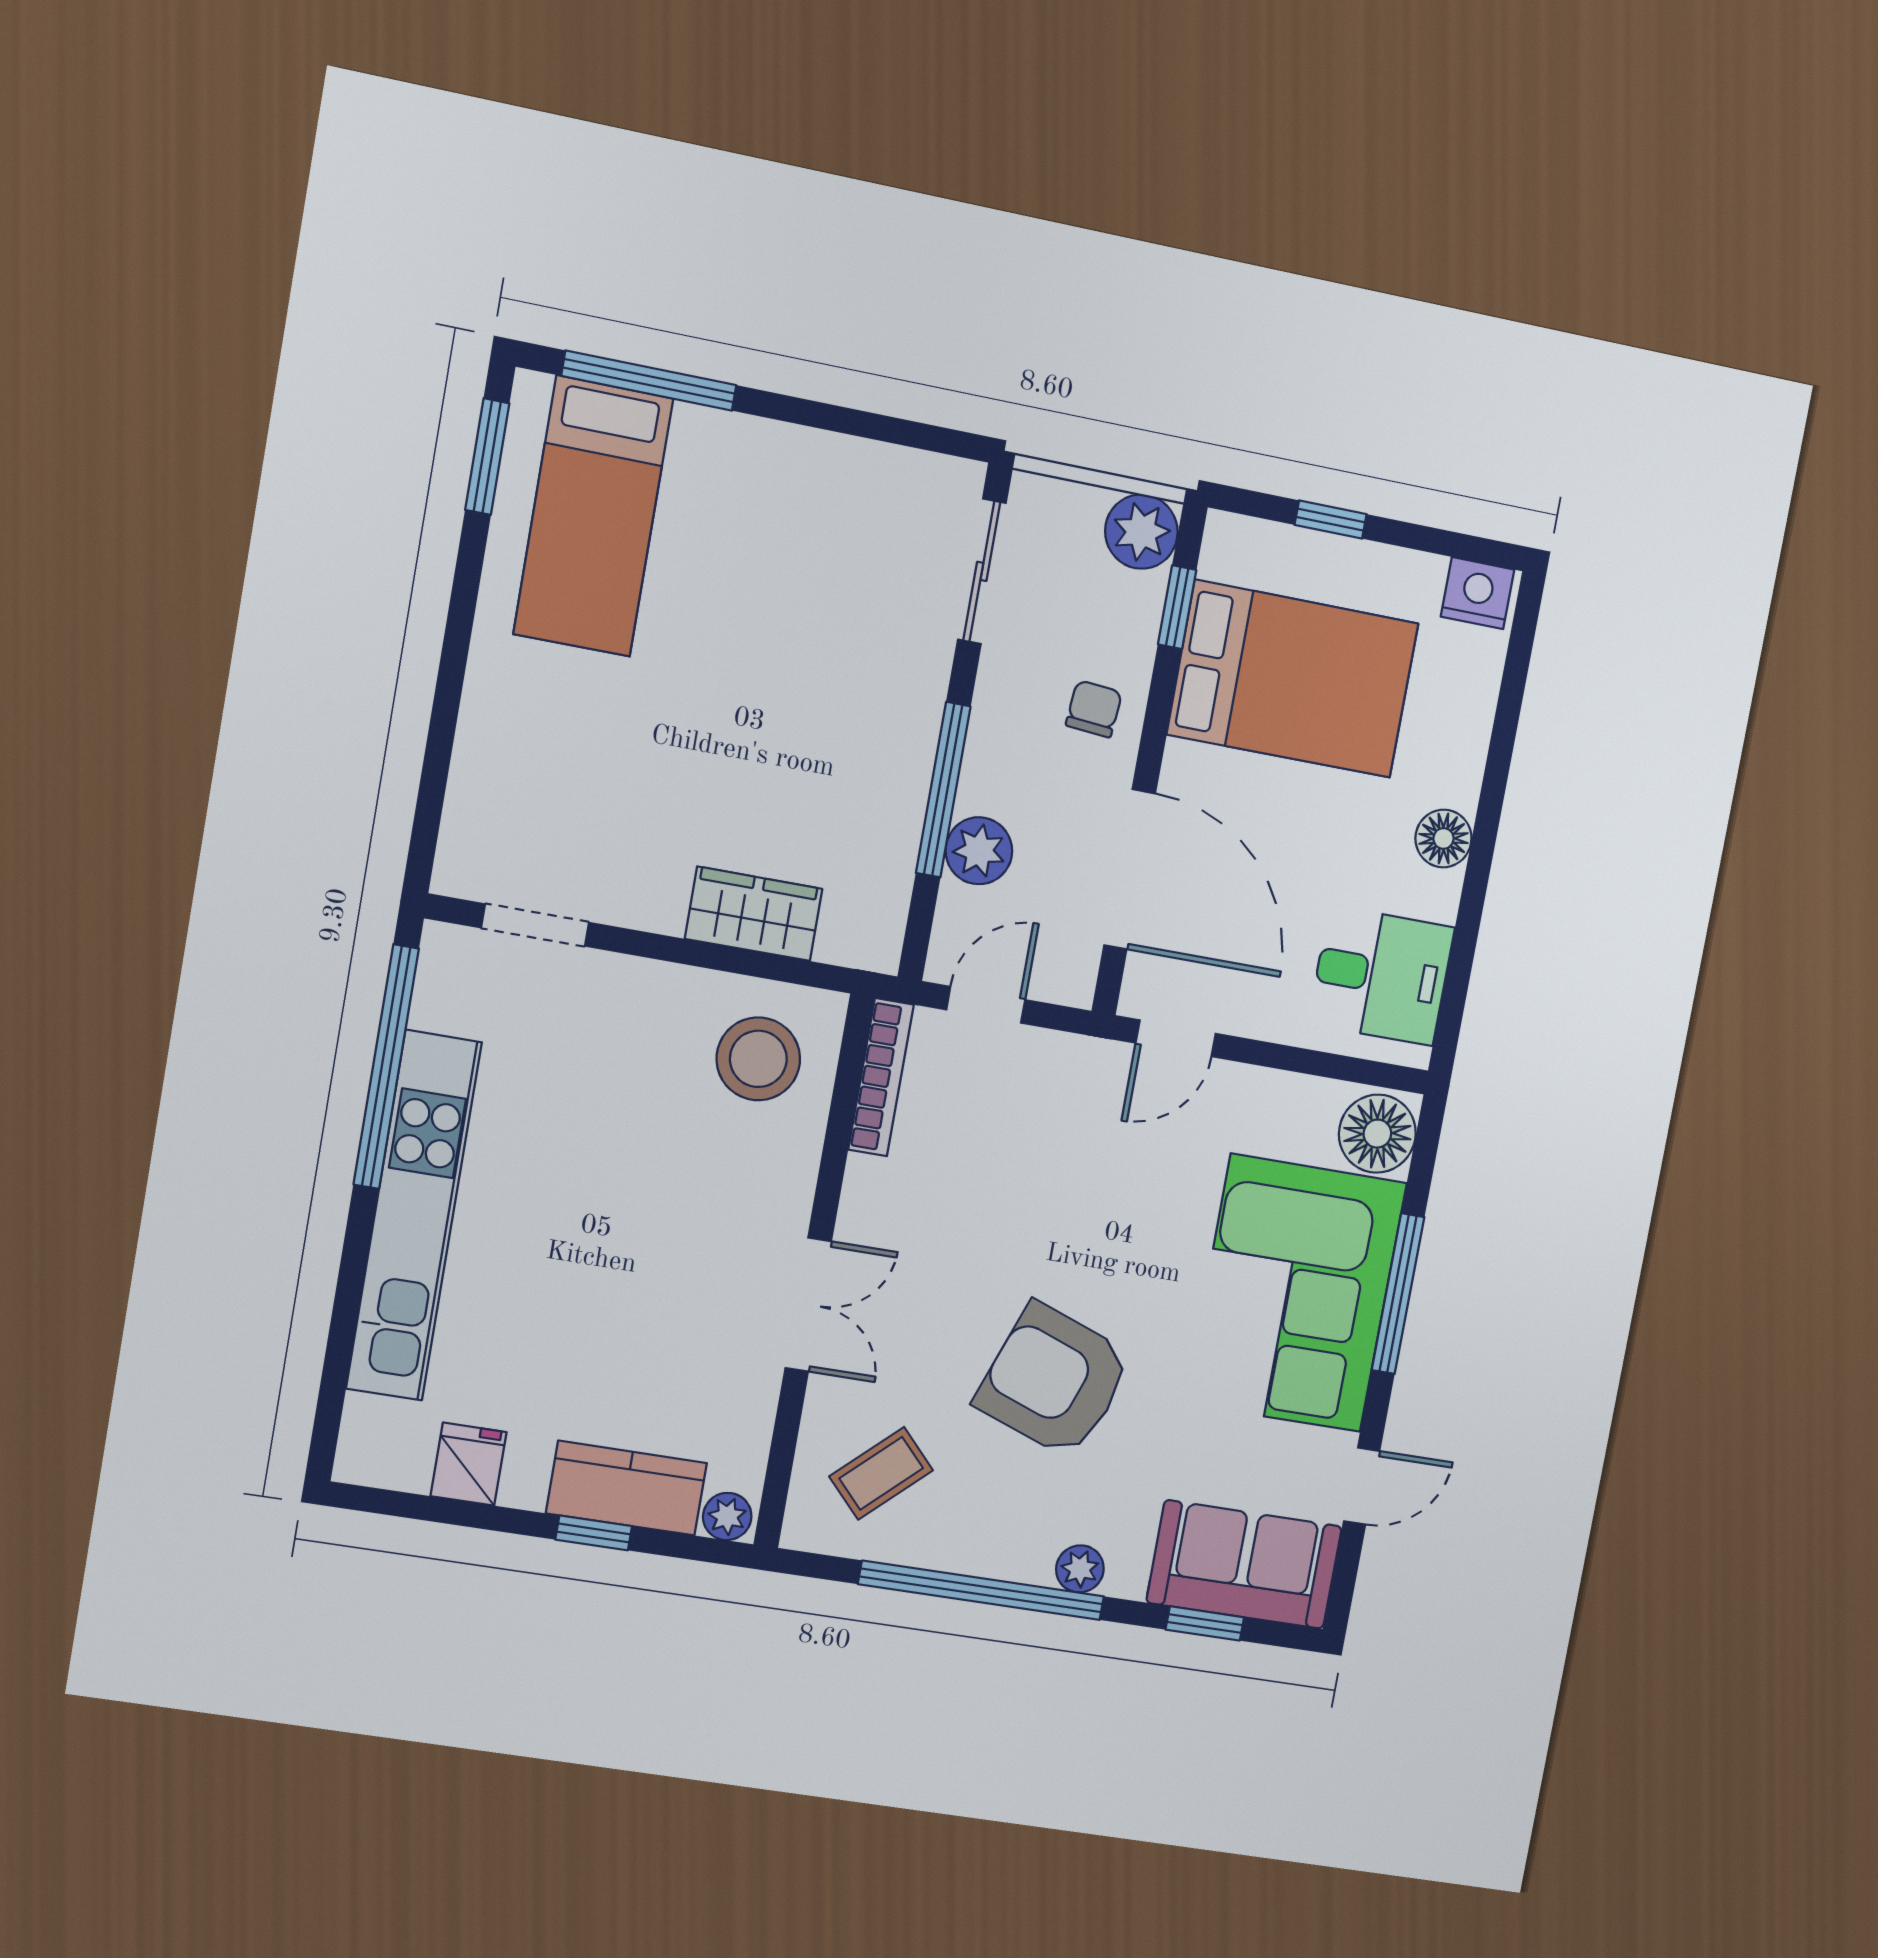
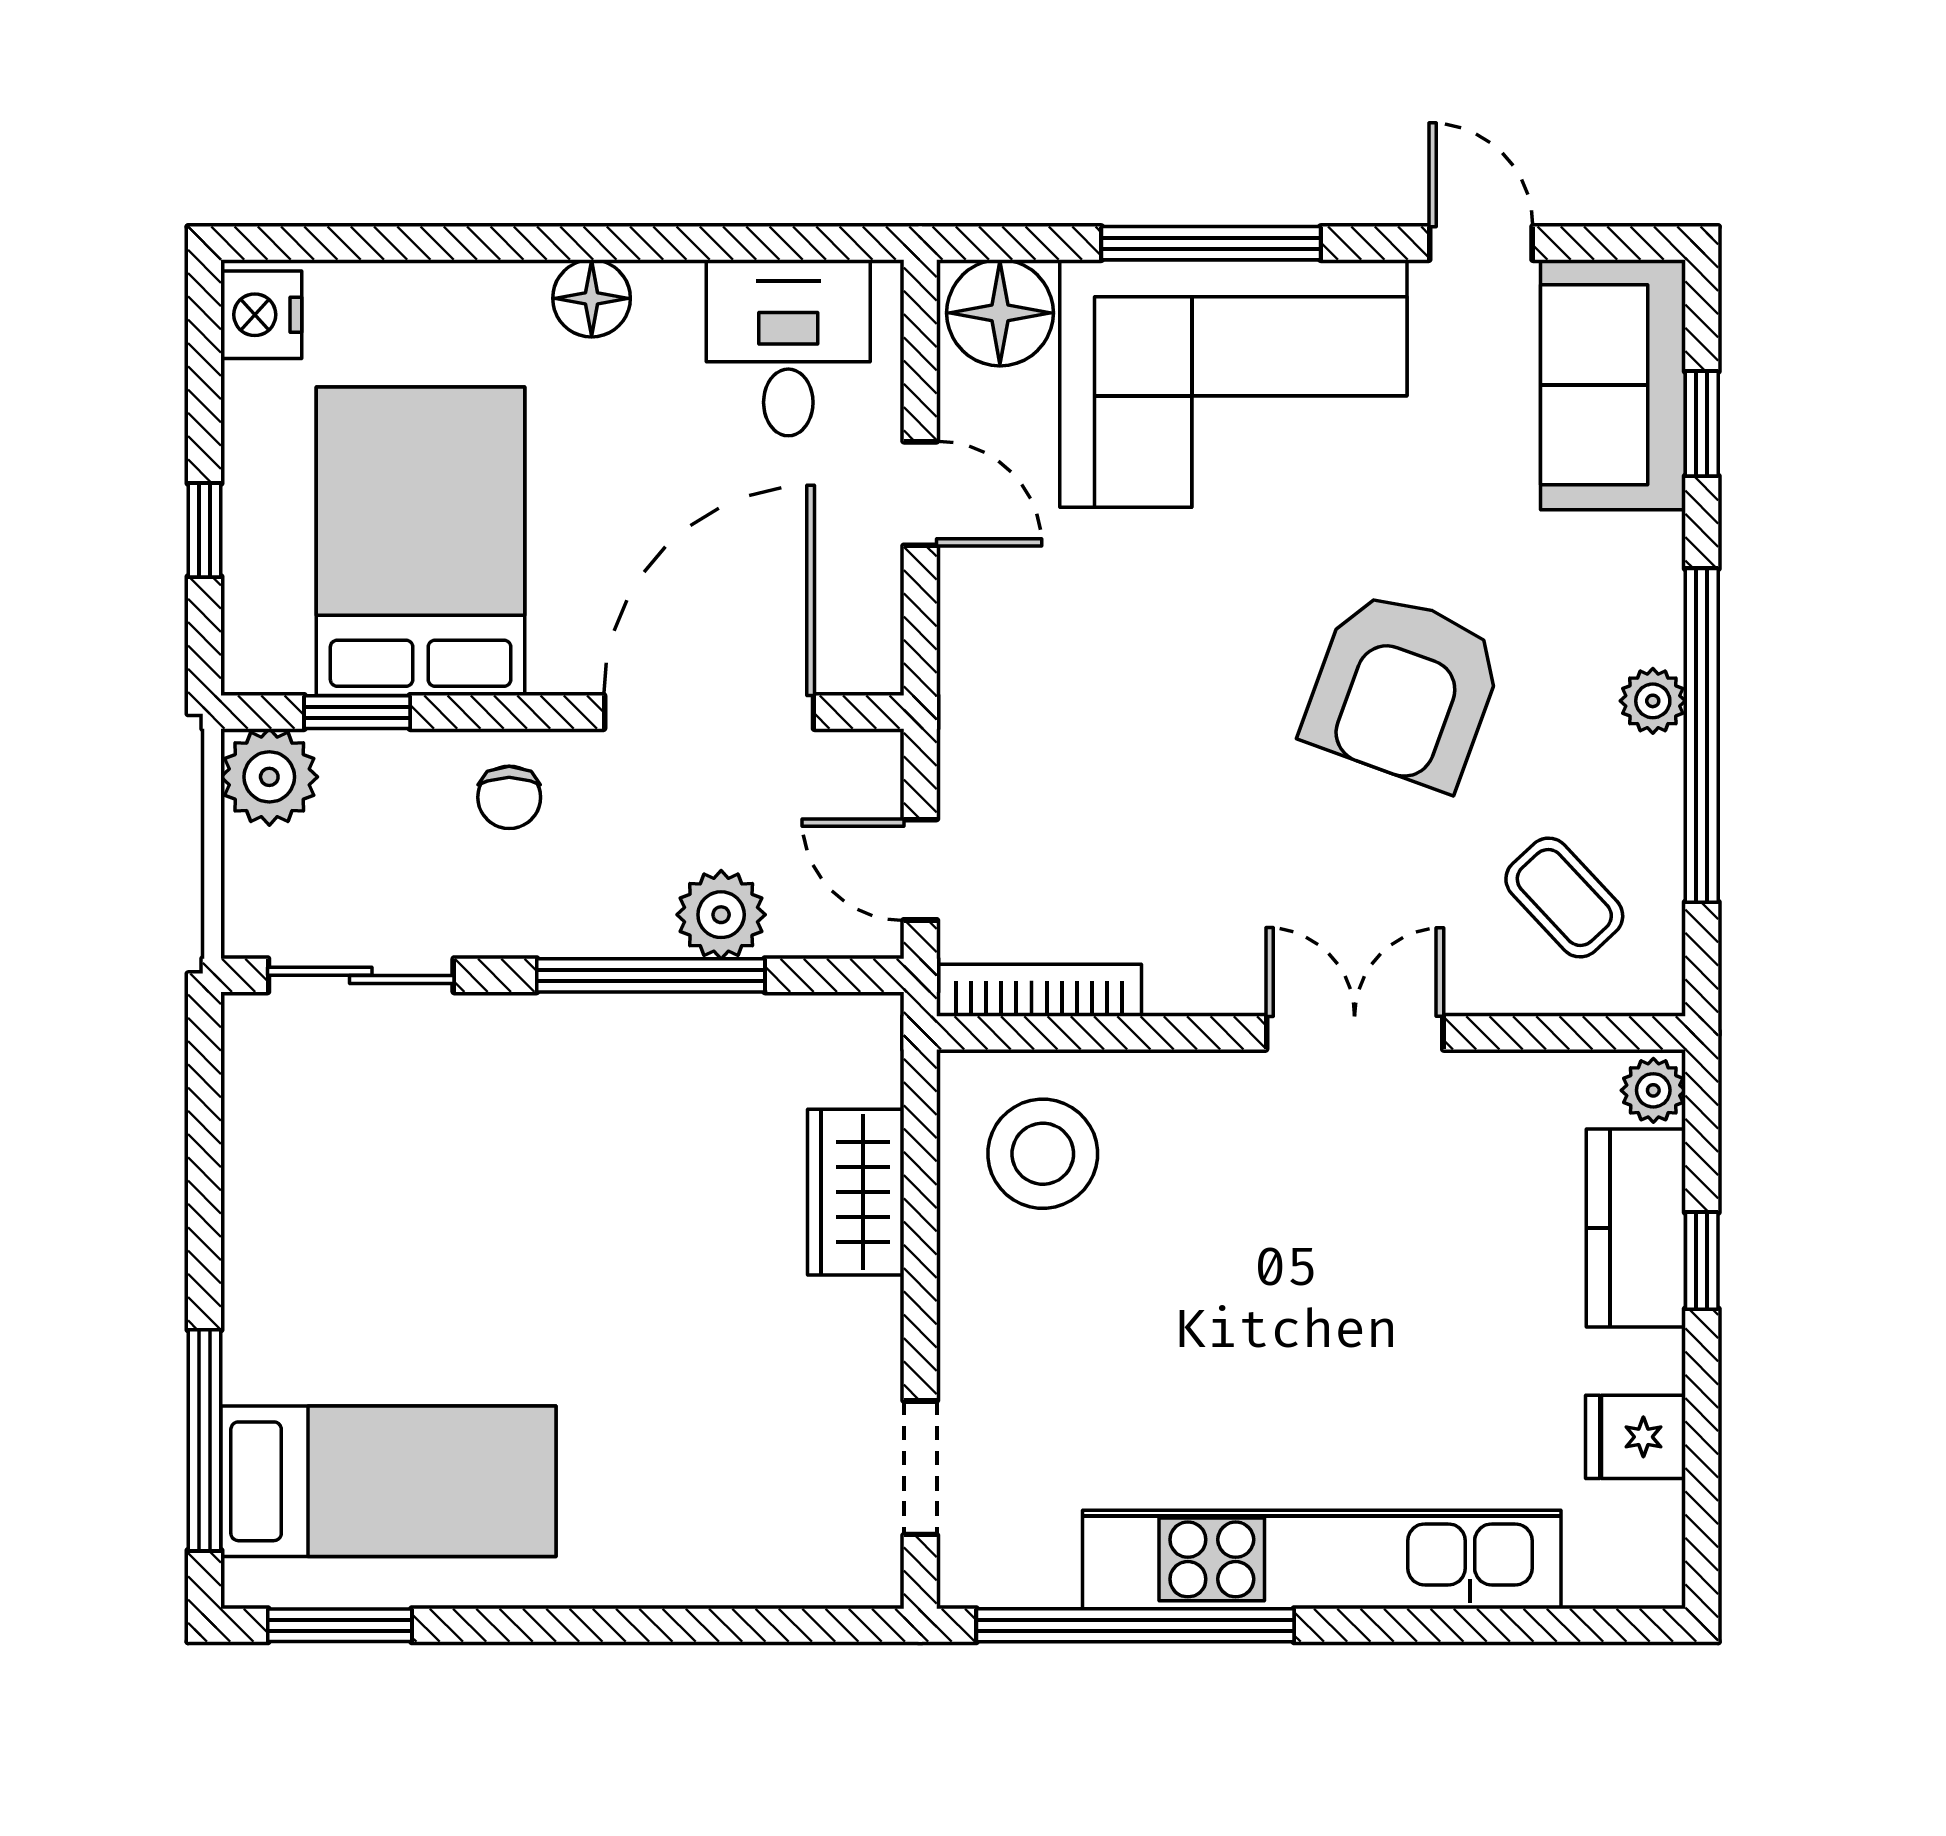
chair: (1094, 709) -> (509, 797), turned -95
door: (1176, 1038) -> (920, 494), moved
plant: (1080, 1569) -> (1653, 701), moved

